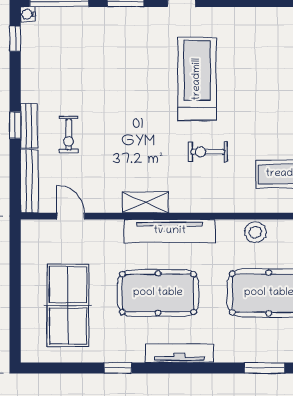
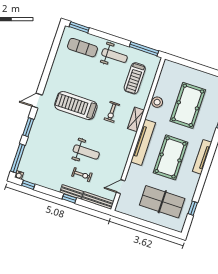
weight bench: (115, 128) -> (86, 152), added
shelving: (145, 202) -> (136, 119), moved
window: (118, 368) -> (193, 208), moved

